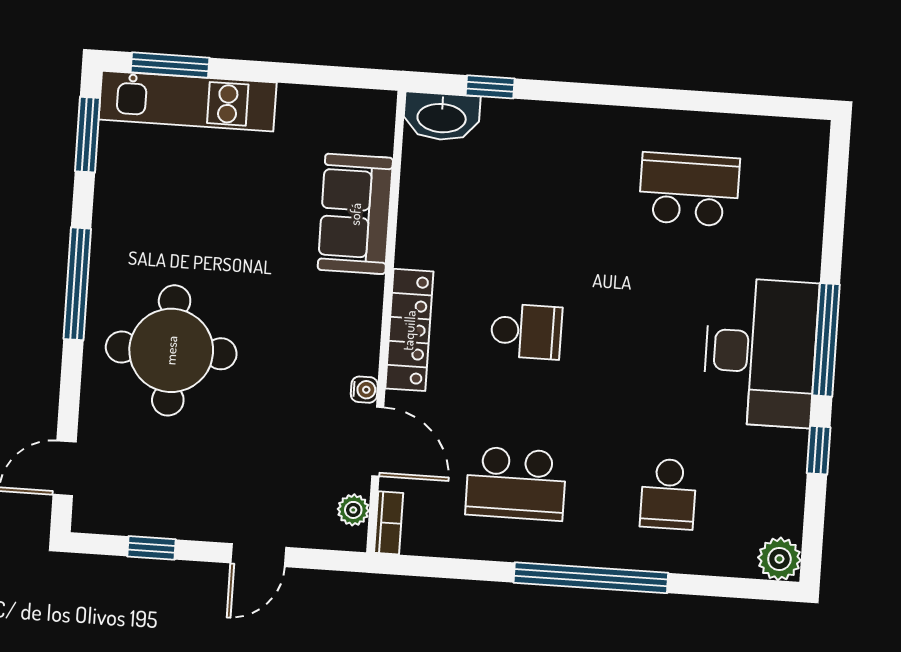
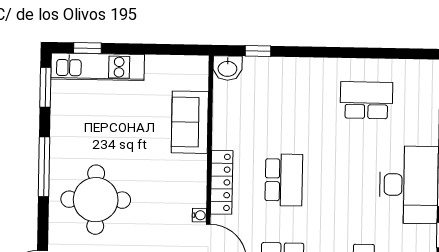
window: (170, 65) -> (87, 48), width x0.67
washbasin: (442, 117) -> (227, 68), width x0.72
school desk: (526, 331) -> (284, 180), width x1.85

